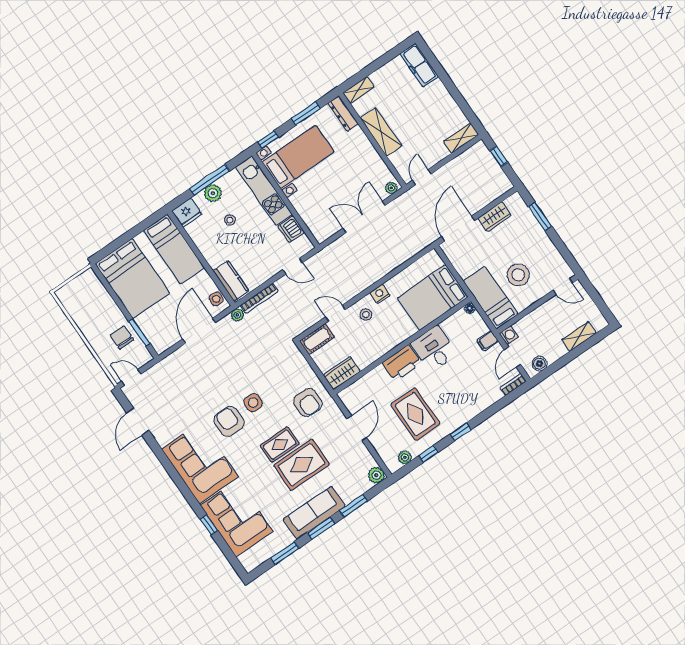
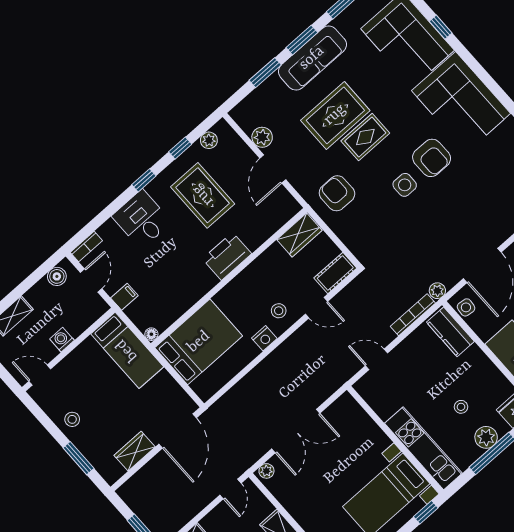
dishwasher: (291, 229) -> (384, 405), removed
stool: (518, 275) -> (72, 419), moved, width x0.53, depth x0.53
washing machine: (509, 335) -> (62, 340), moved, turned 90
desk: (434, 349) -> (142, 219), moved, turned 180
plant: (376, 475) -> (262, 137), moved

